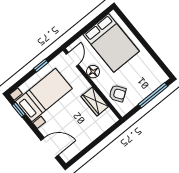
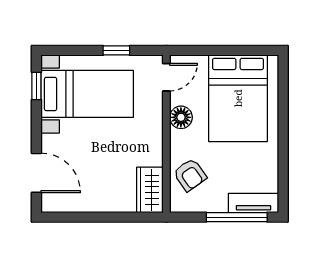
tv unit: (155, 83) -> (253, 203), added
wardrobe: (95, 102) -> (150, 190), moved

